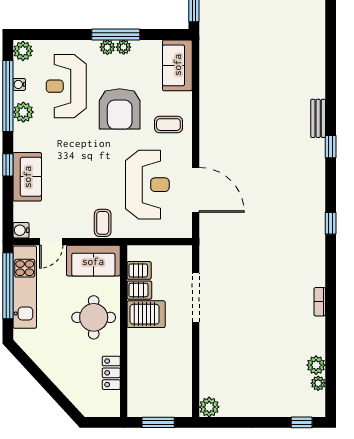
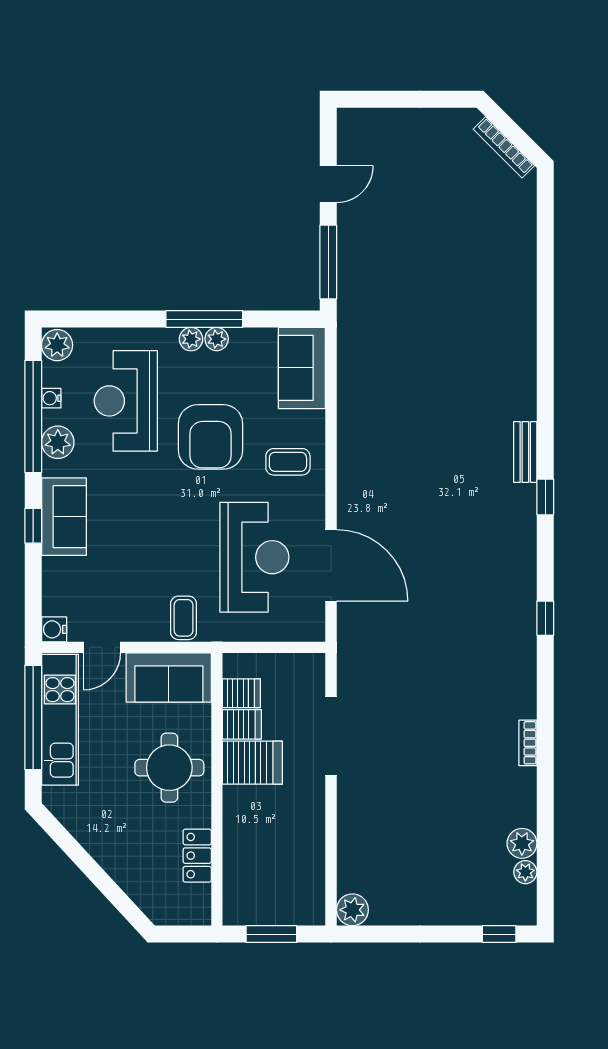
sofa: (27, 177) -> (64, 517), moved

